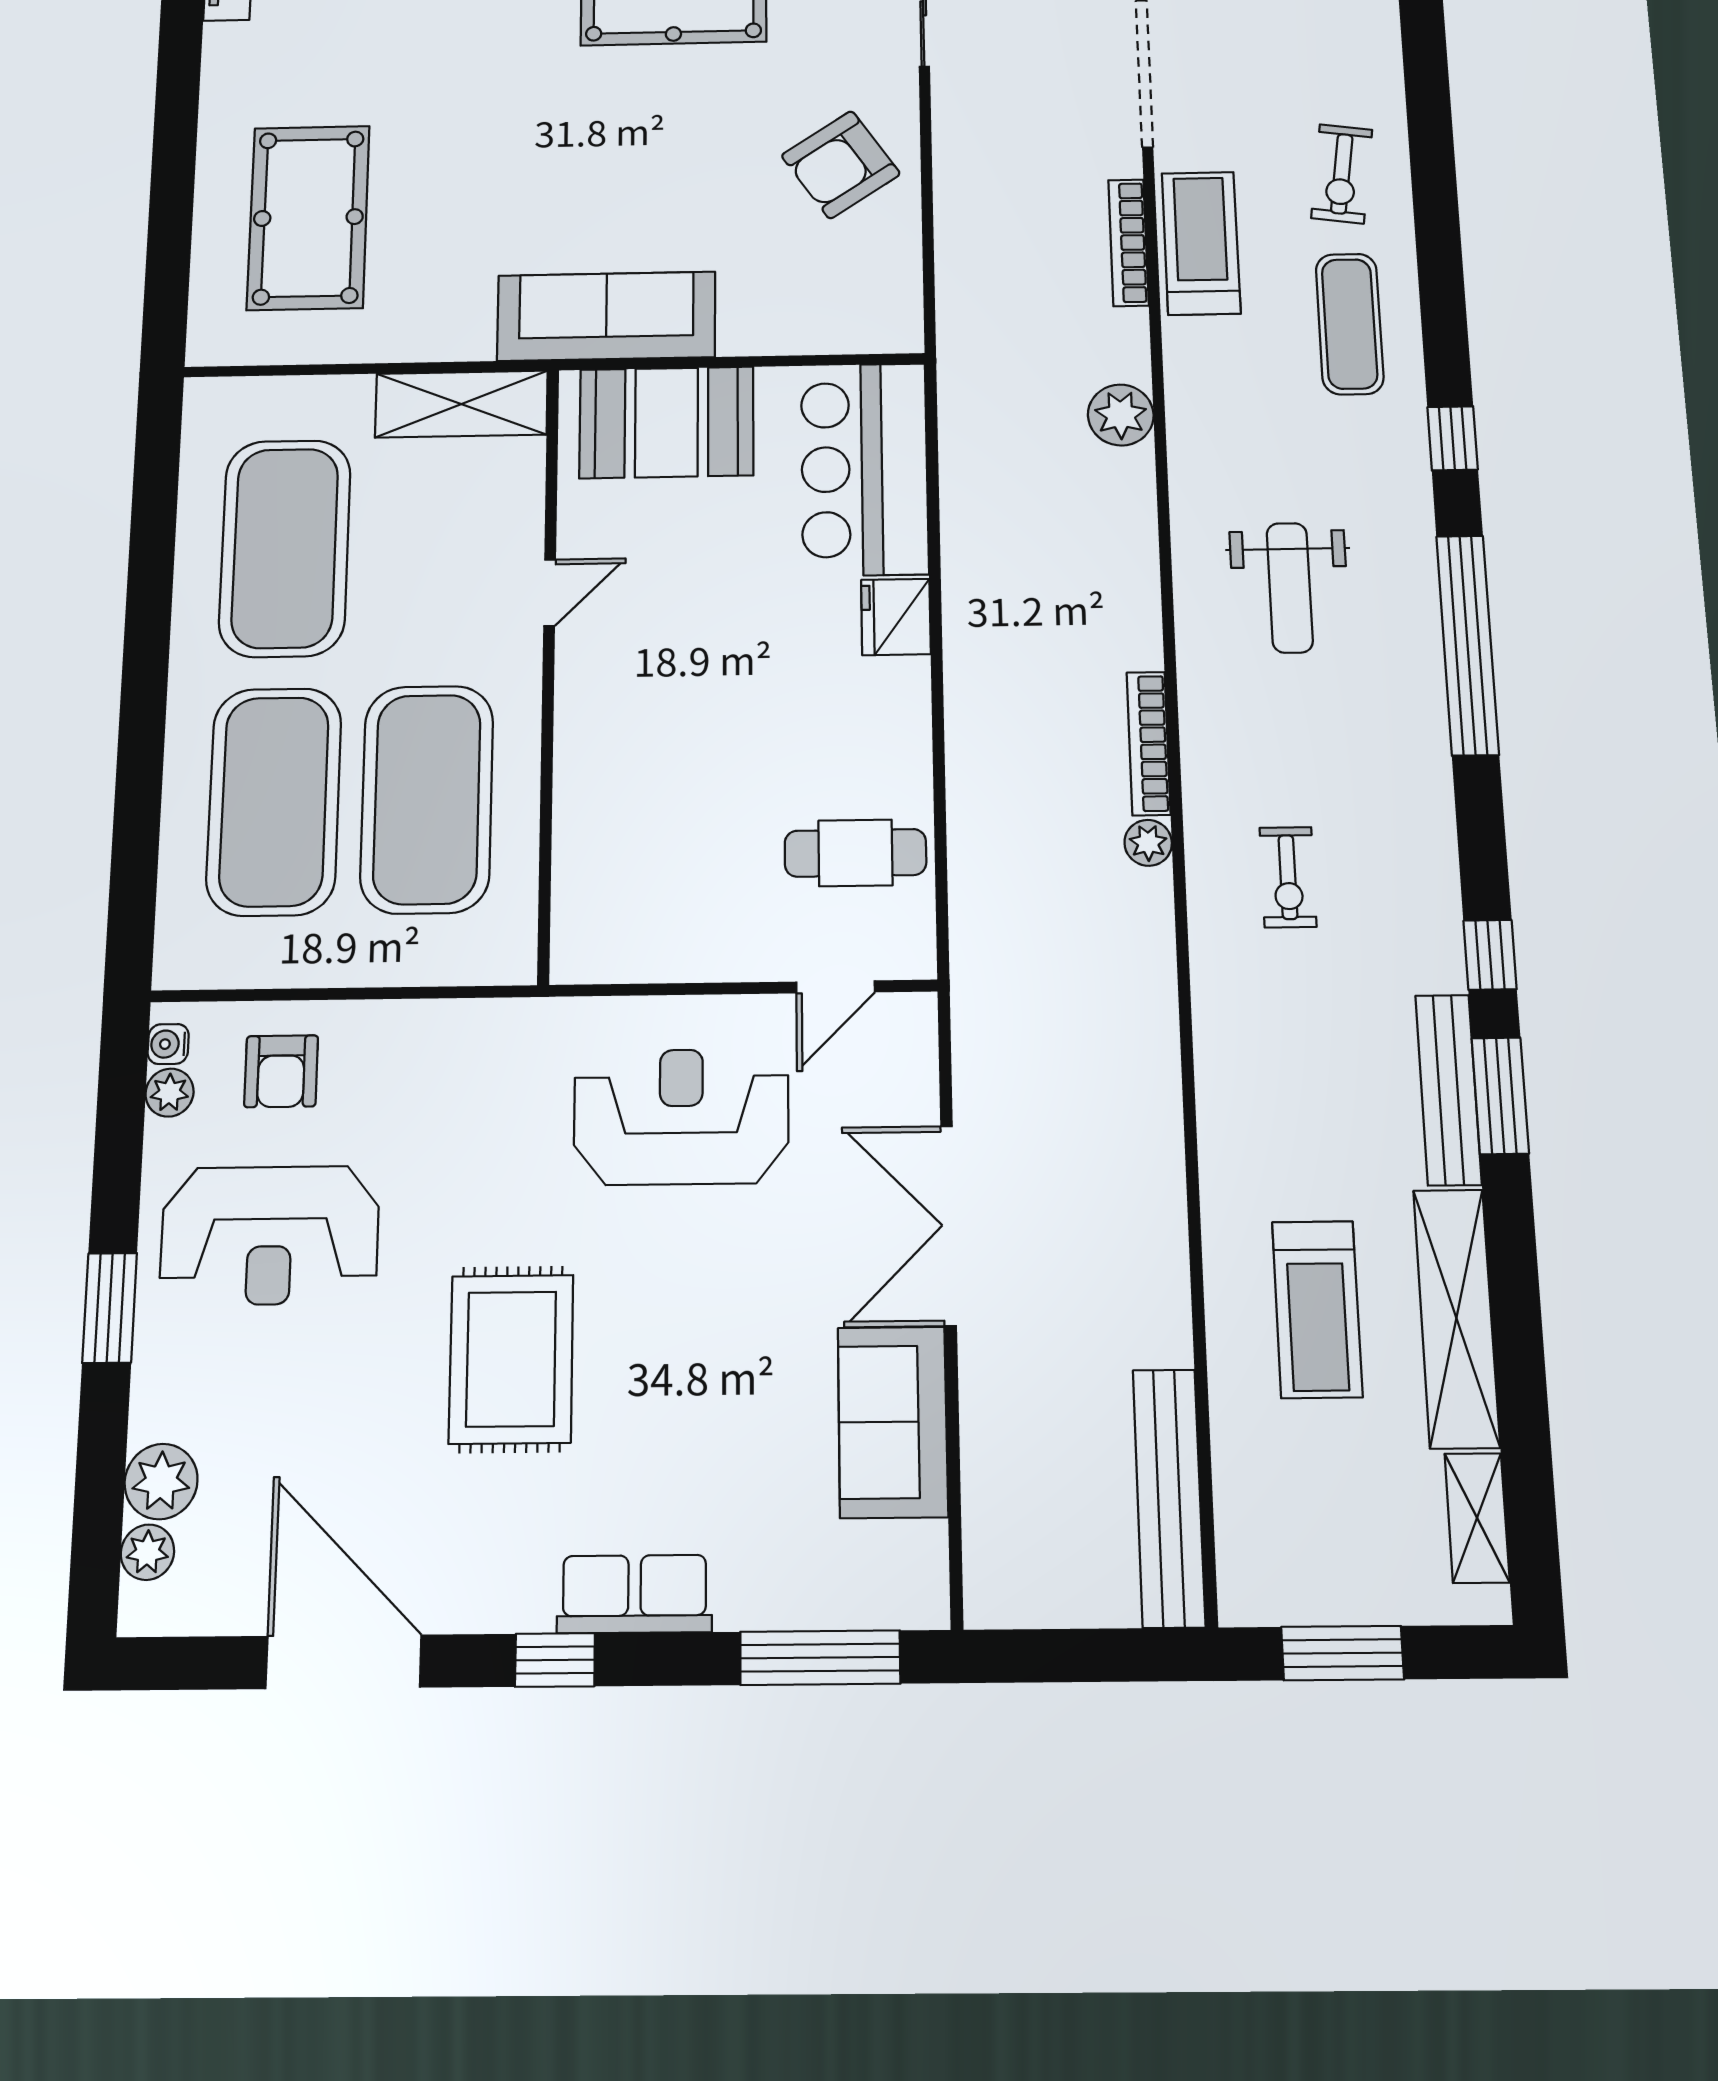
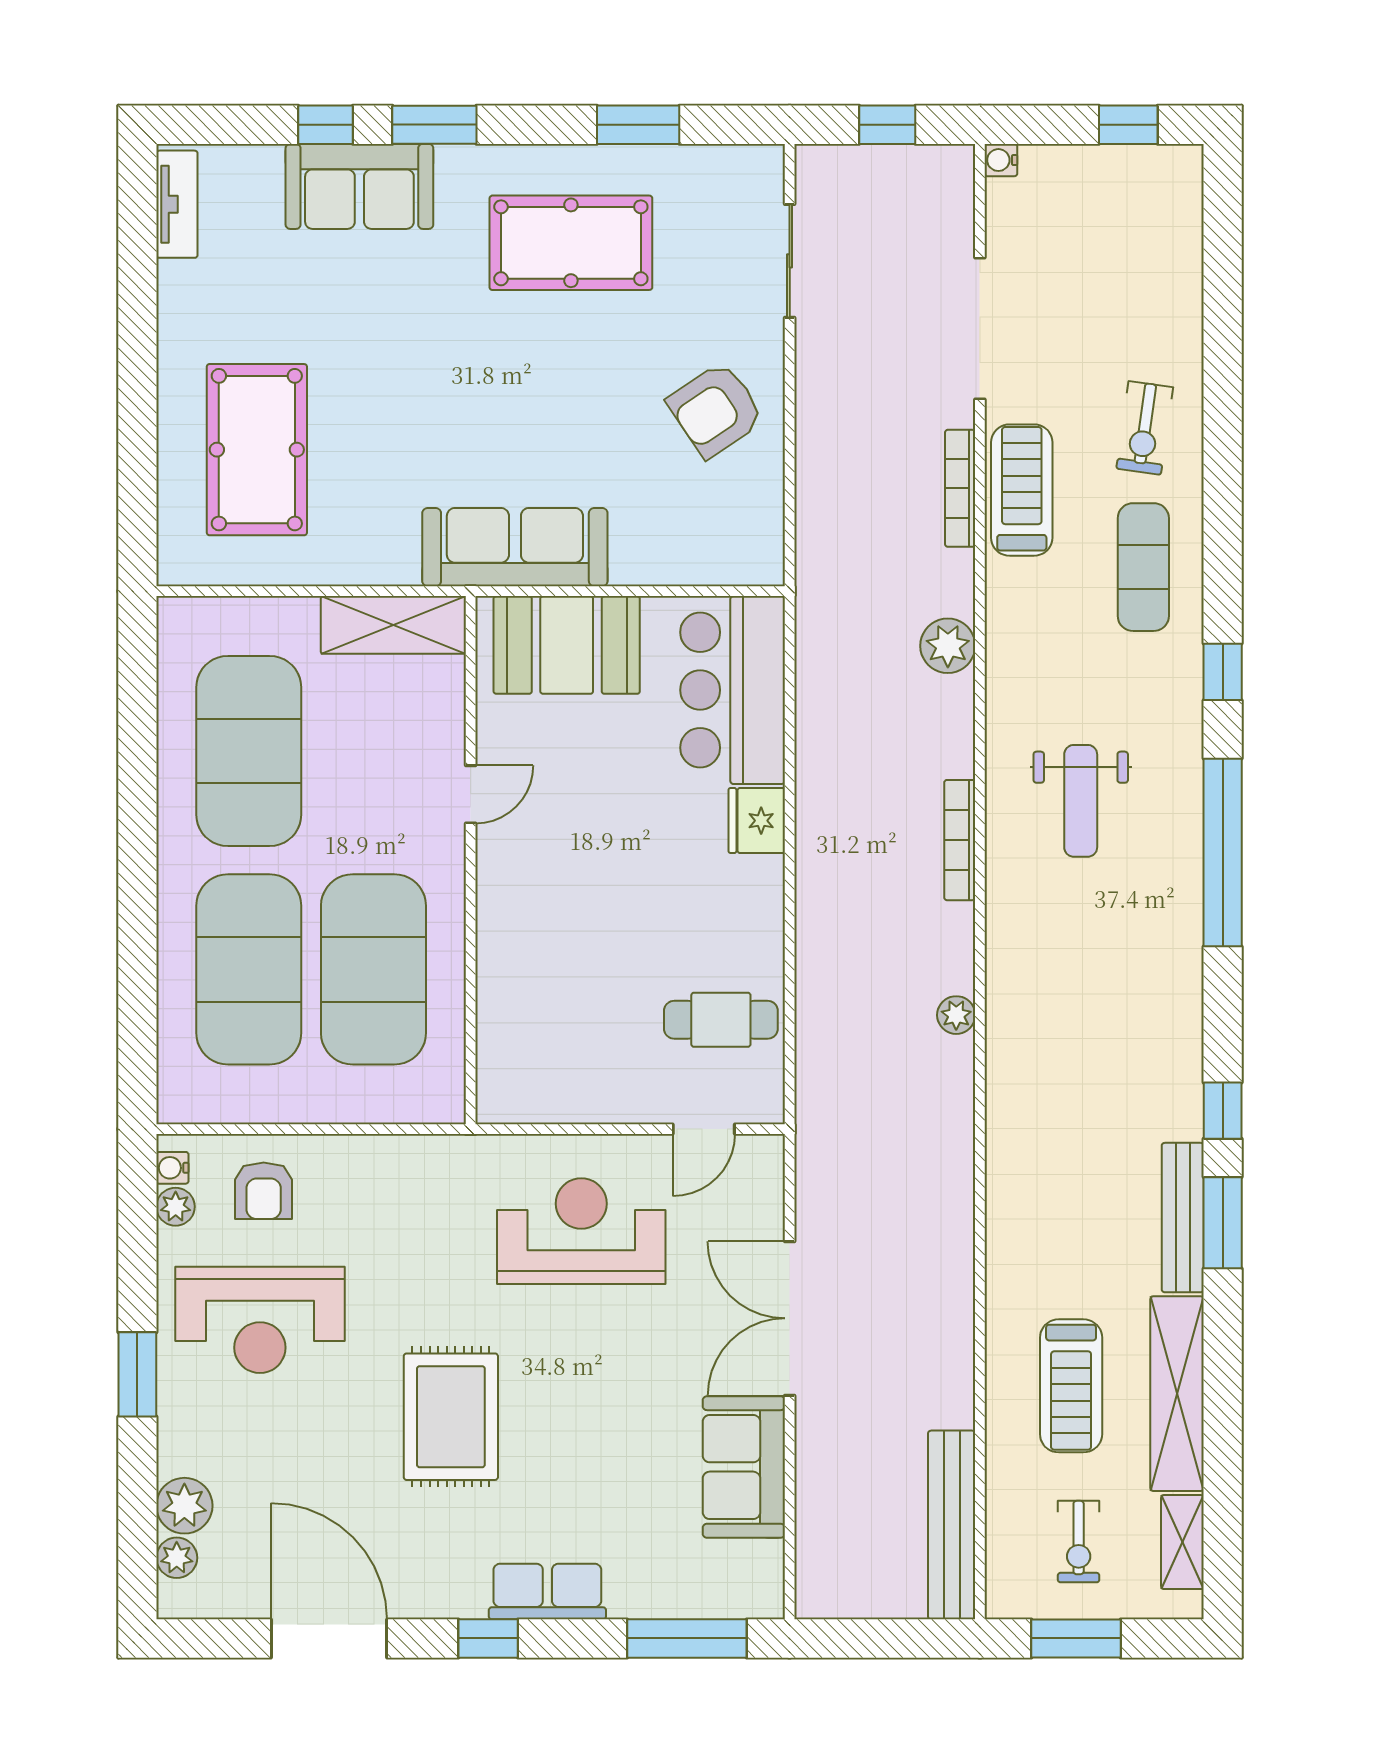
bookcase: (1149, 743) -> (960, 840), moved
exercise bike: (1288, 877) -> (1079, 1542), moved

